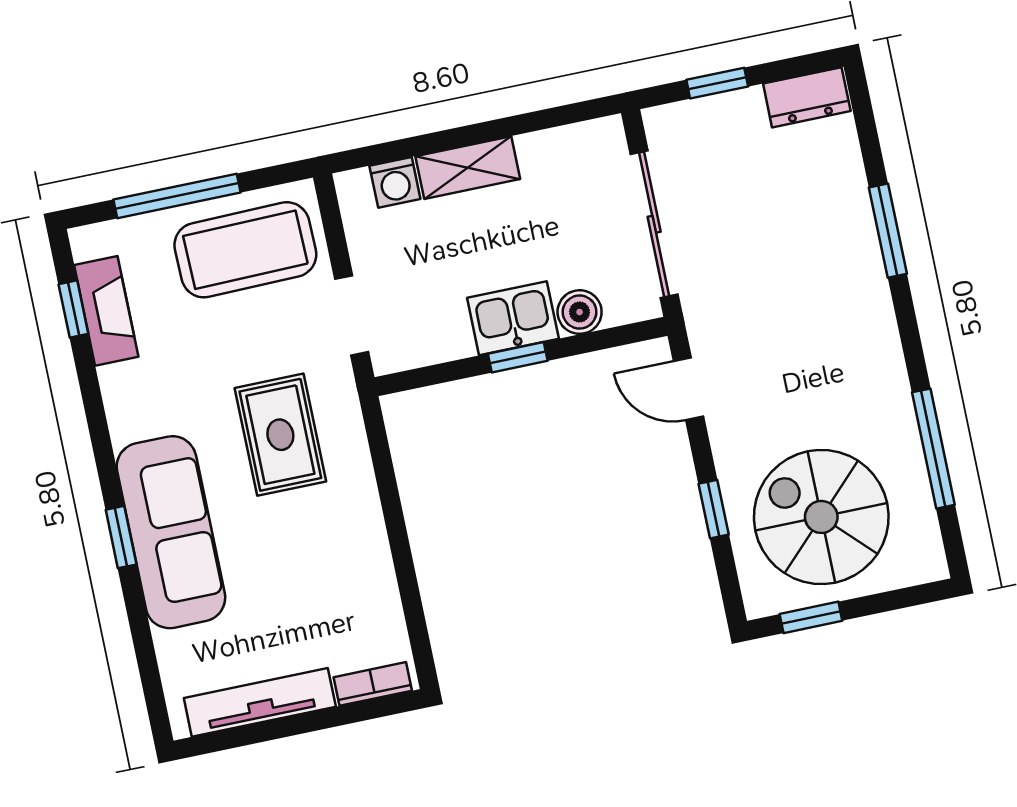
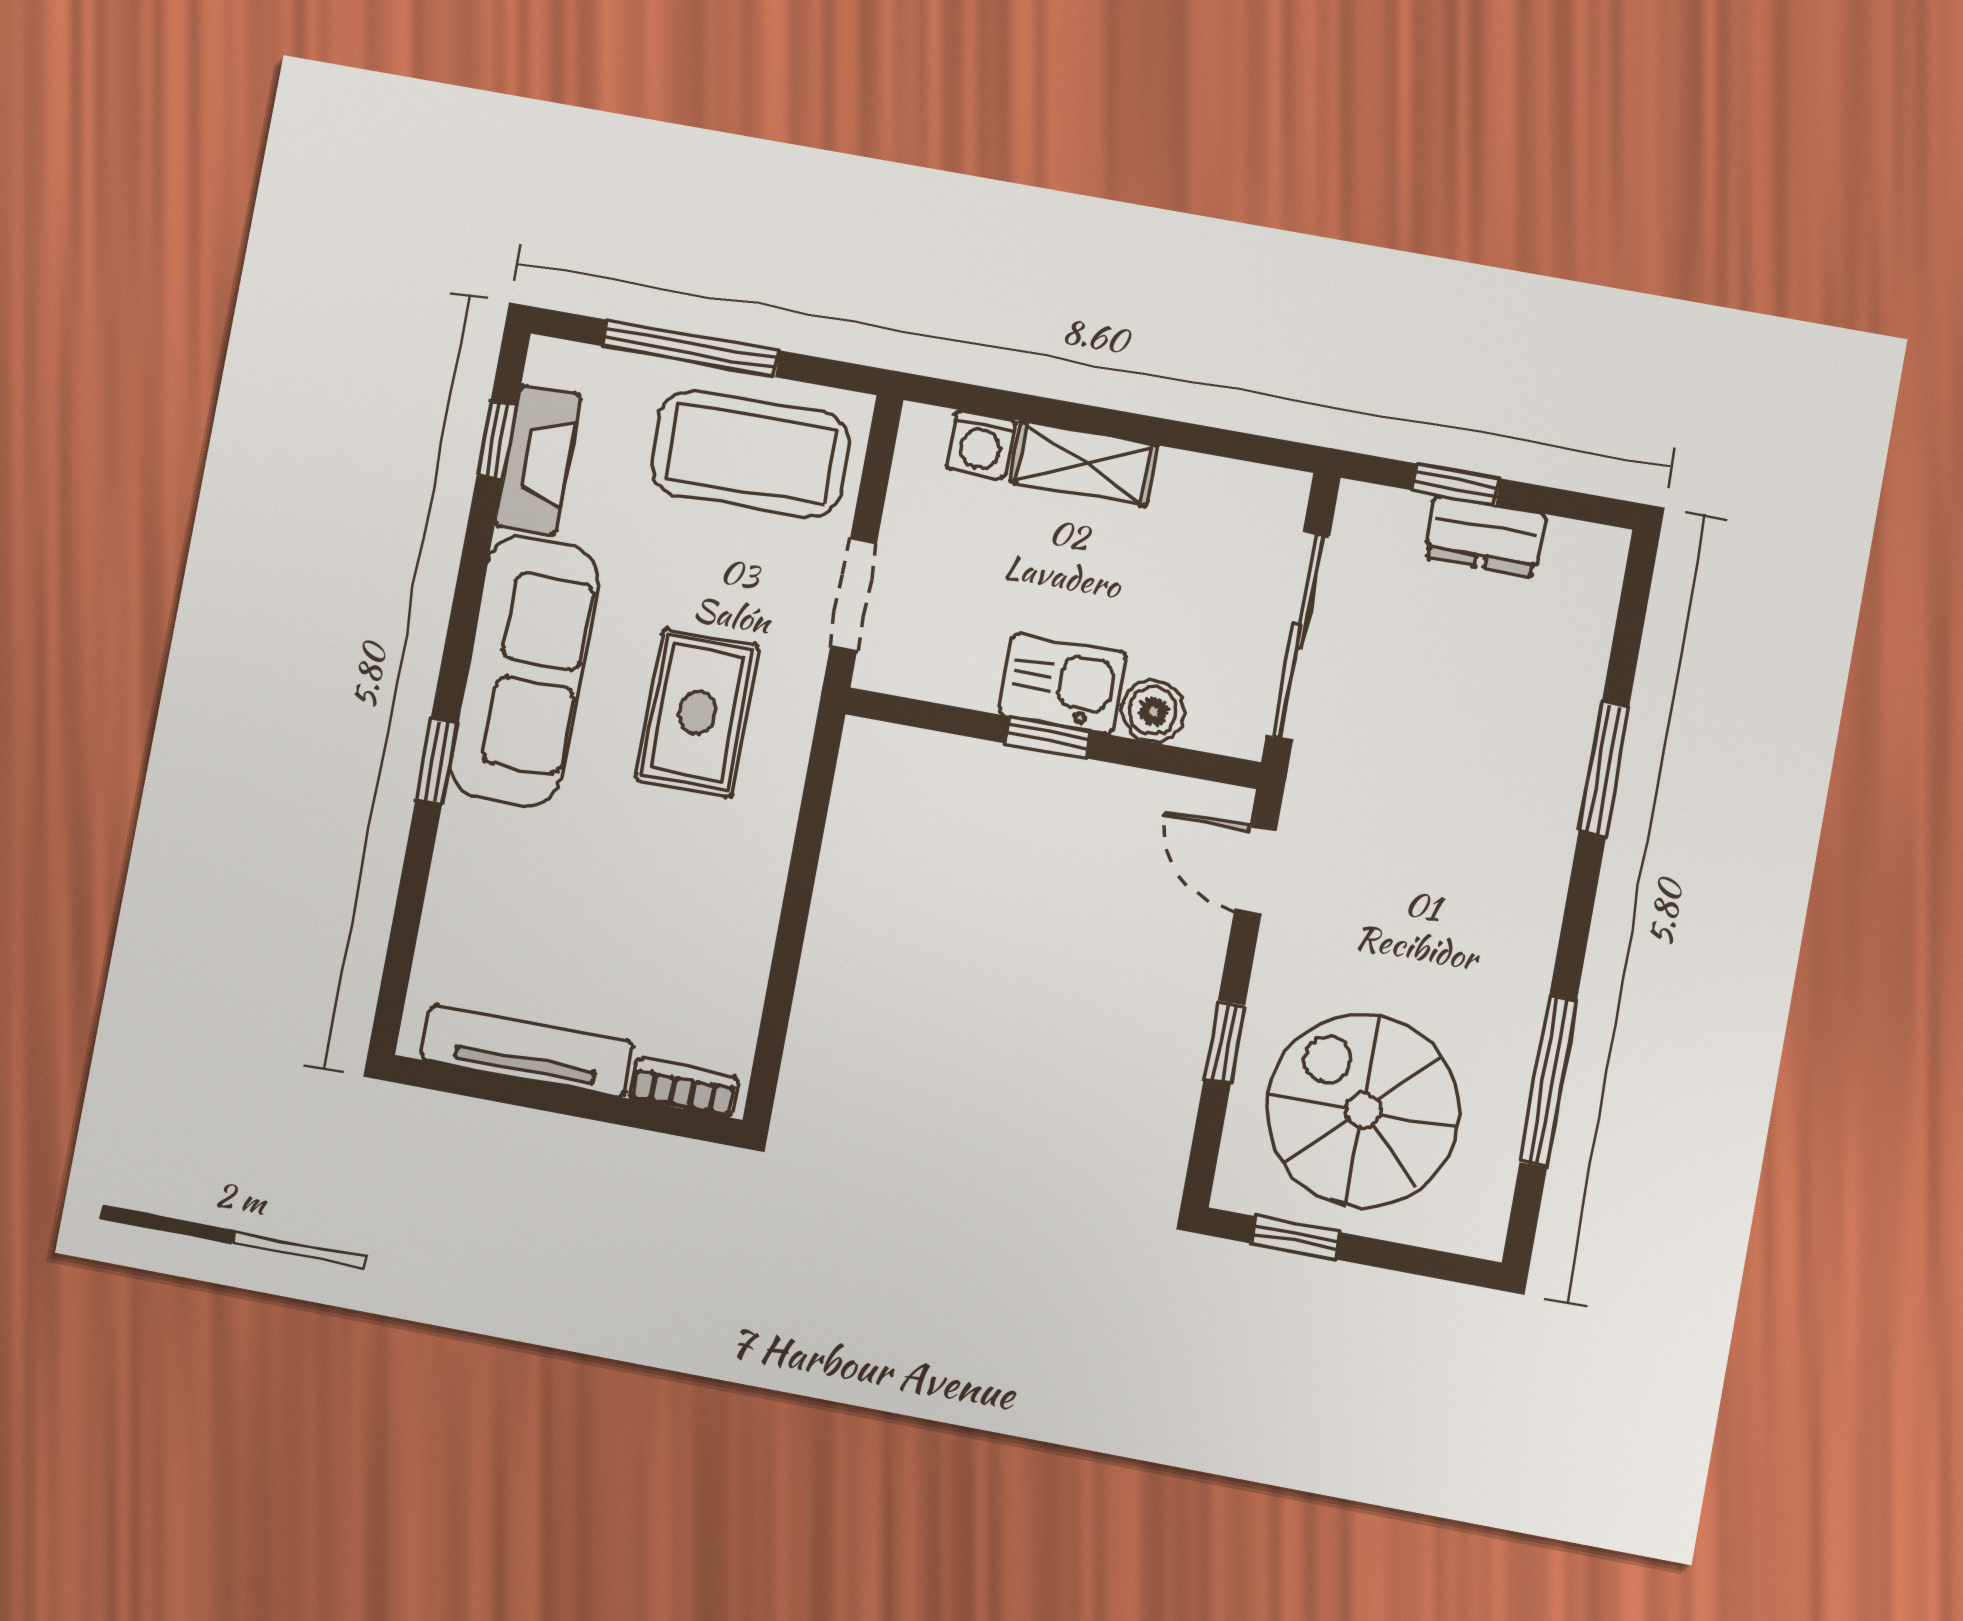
dresser: (807, 97) -> (1485, 536), moved
sofa: (171, 532) -> (524, 671), moved

